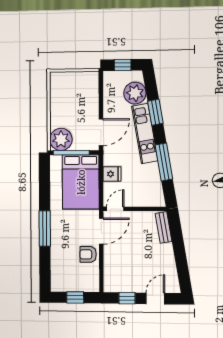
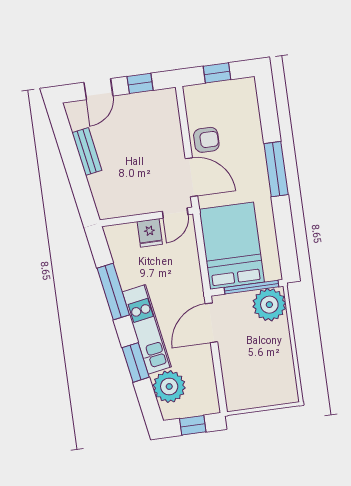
fridge: (112, 174) -> (150, 233), moved, turned -90
bench: (163, 227) -> (87, 151), moved
door: (101, 231) -> (191, 177), swing flipped

